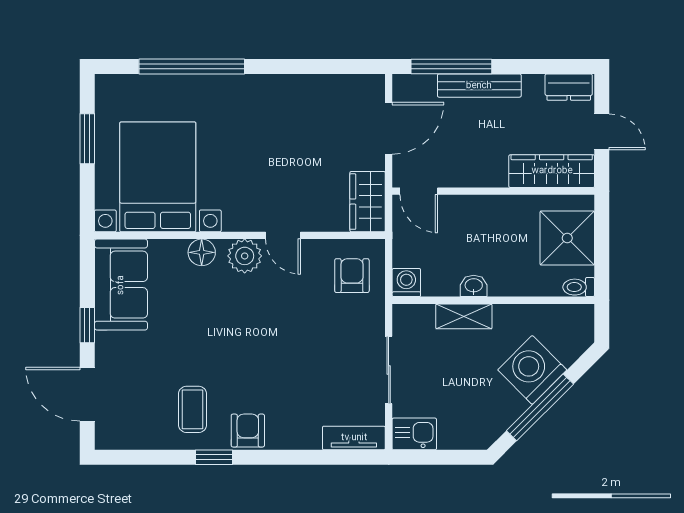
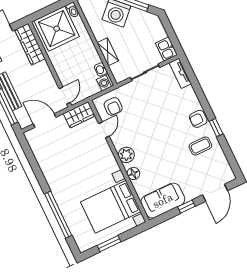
door: (283, 235) -> (104, 130), moved
shower: (567, 238) -> (57, 29), width x1.37, depth x1.37
armchair: (352, 276) -> (113, 106), turned -88
washbasin: (474, 286) -> (101, 69), moved

